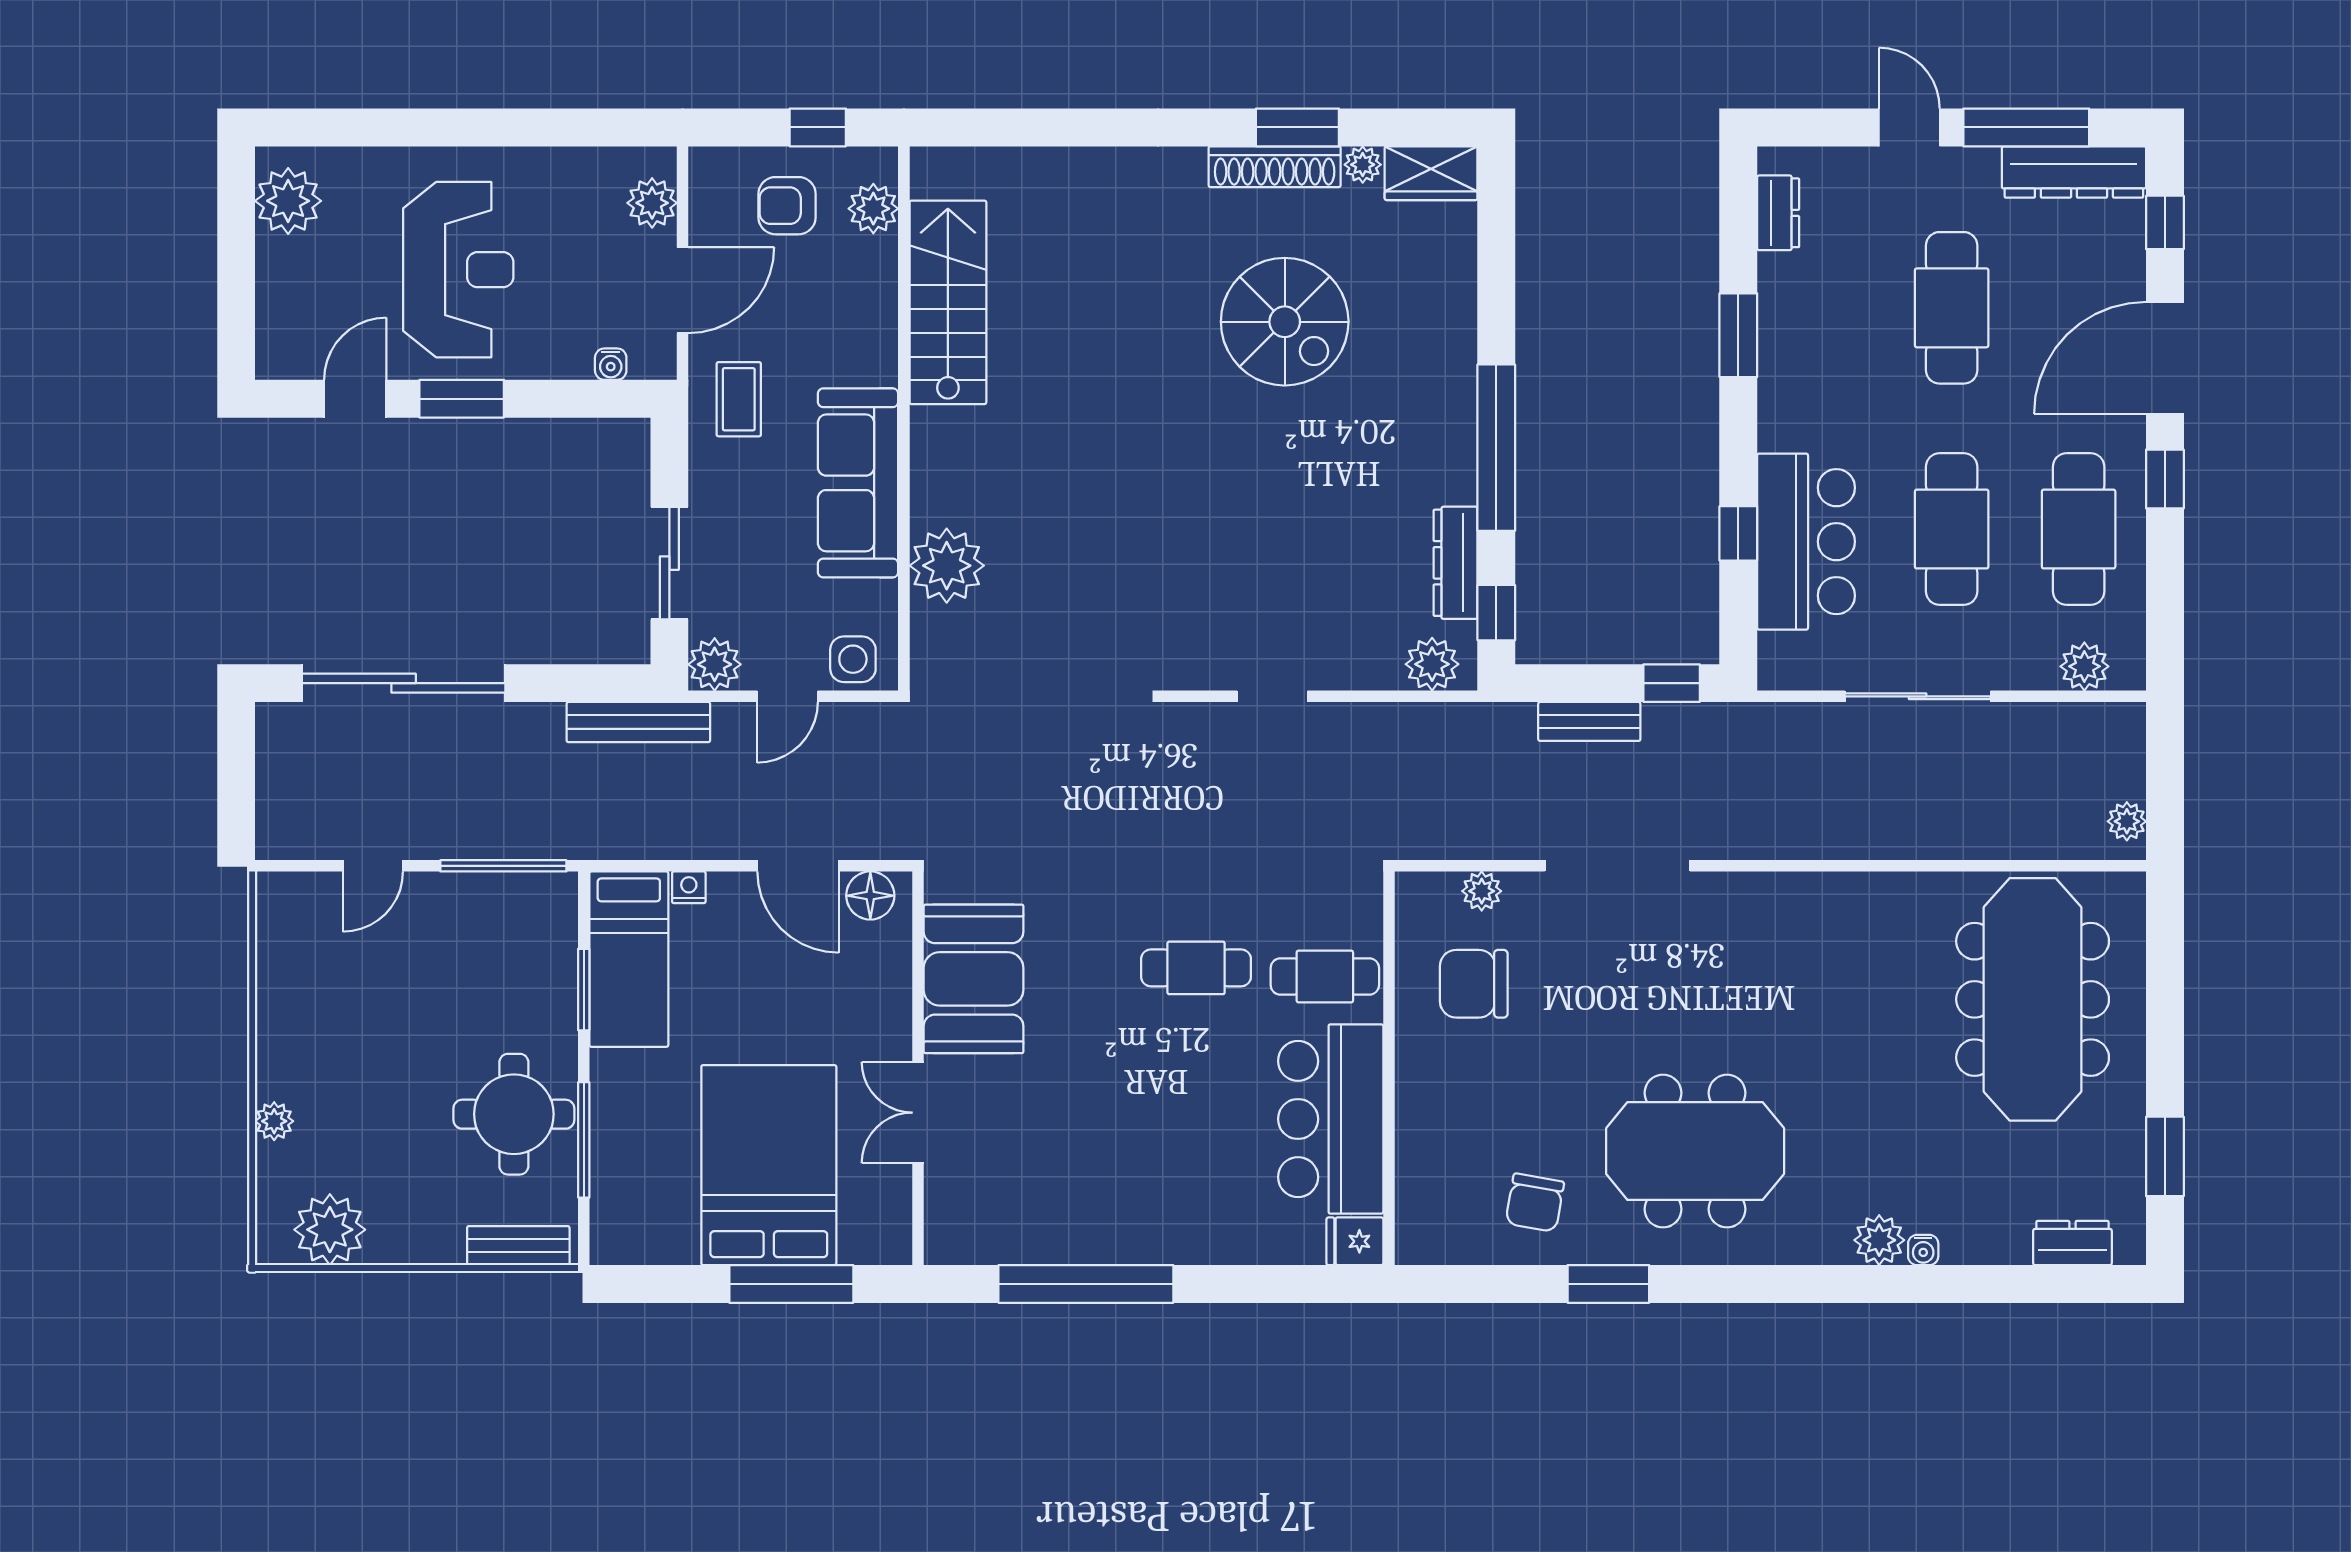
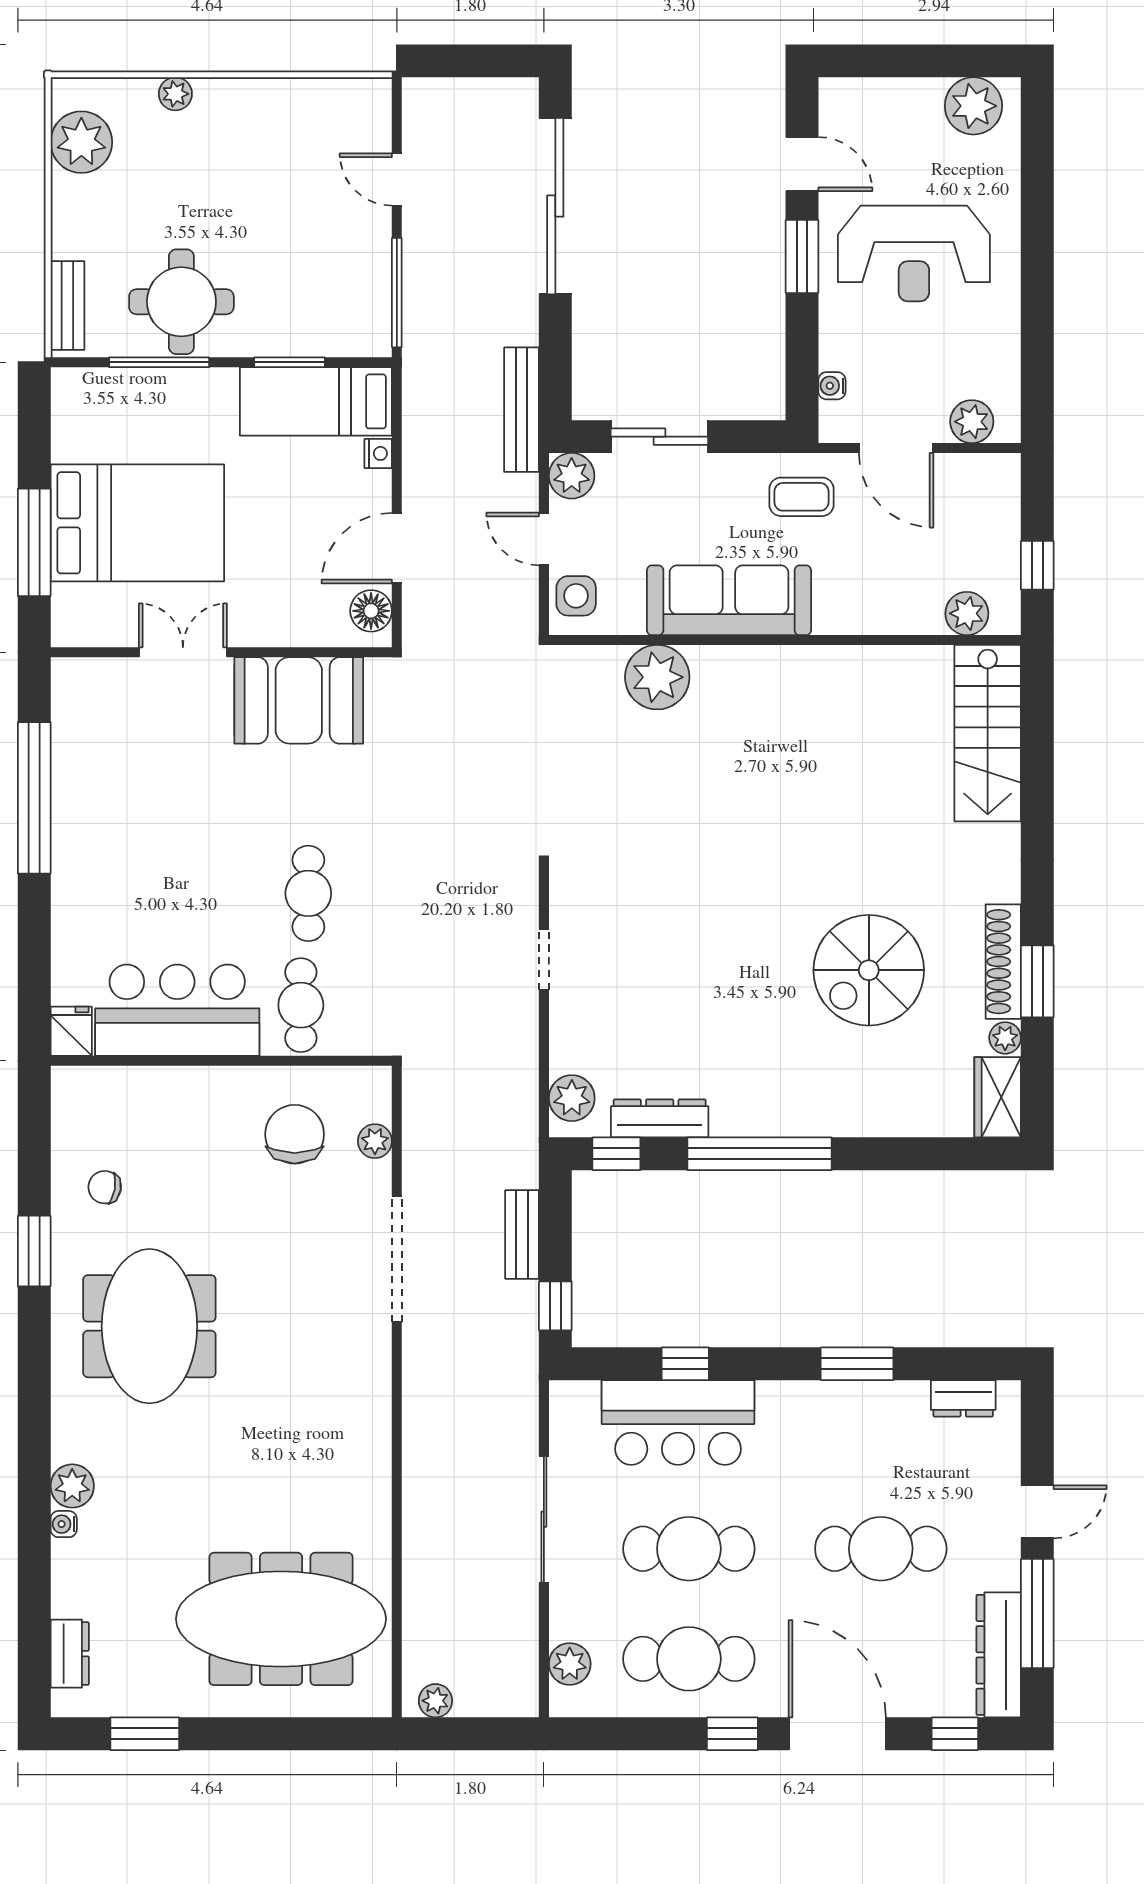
armchair: (787, 206) -> (969, 539), removed
stairs: (948, 302) -> (988, 733), moved, turned 90
chair: (1535, 1203) -> (105, 1187), width x0.73, depth x0.73

